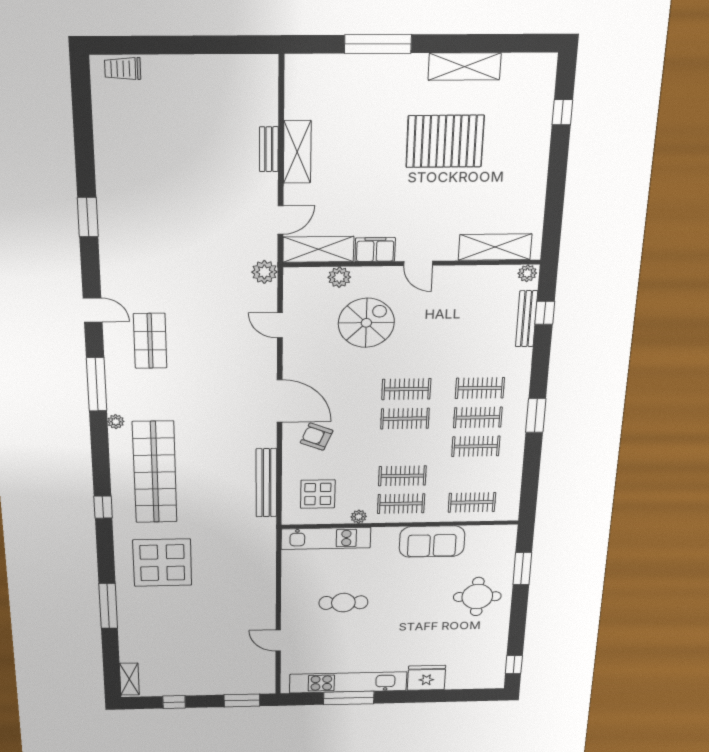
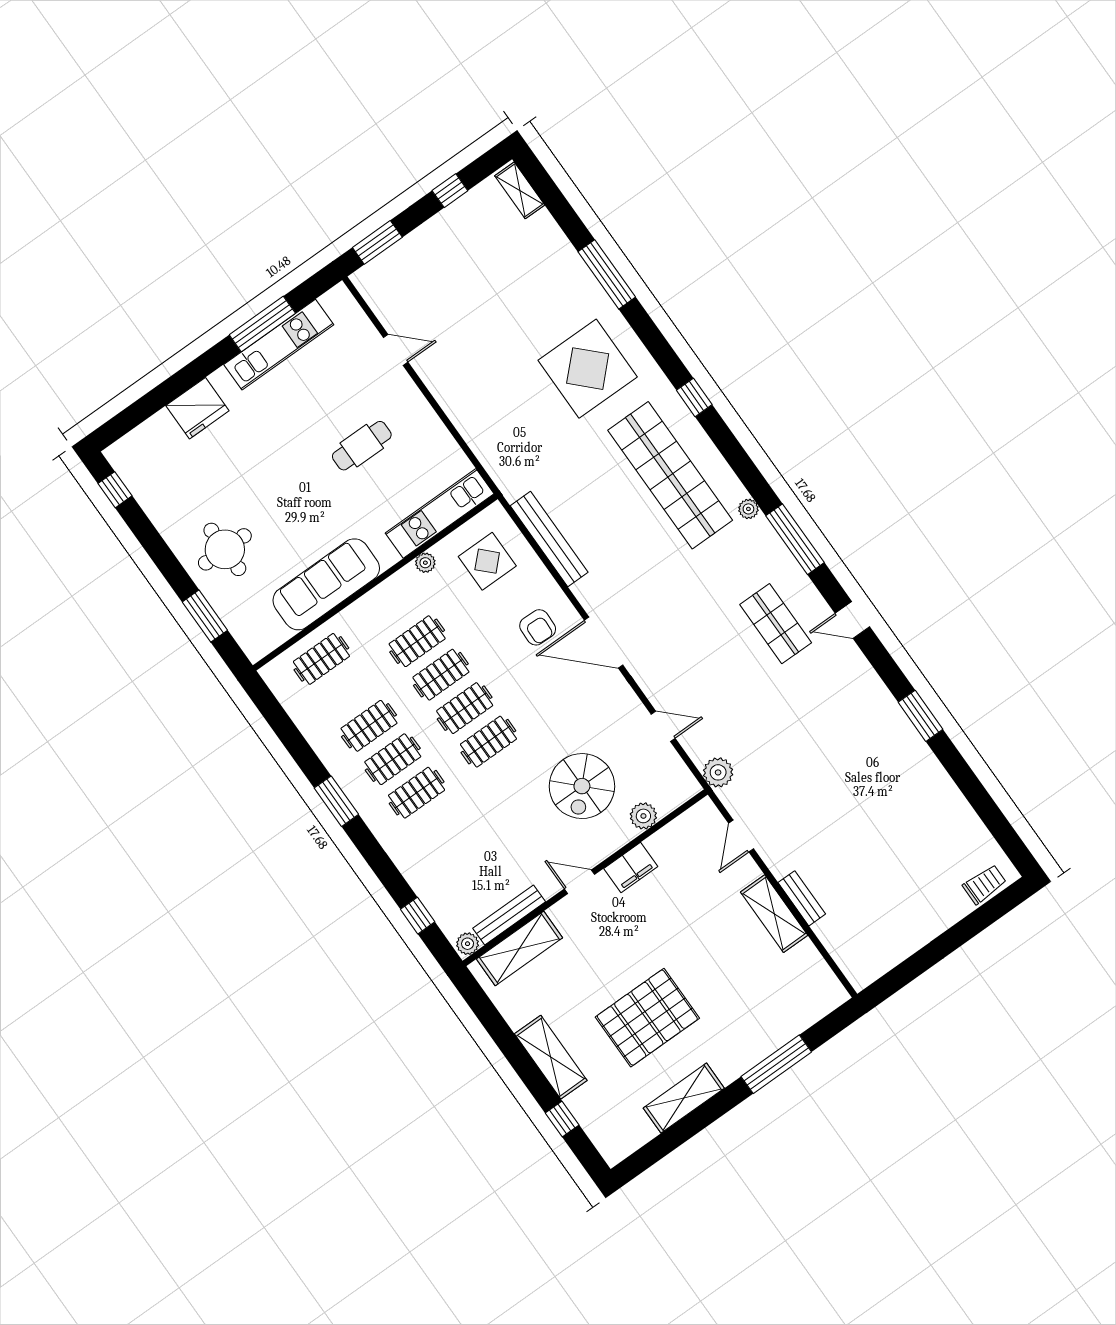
shelving: (318, 249) -> (551, 1057), moved, turned 90
bench: (527, 319) -> (509, 915), moved, turned 90
armchair: (317, 437) -> (538, 627), turned 70
clothes rail: (401, 504) -> (441, 675), moved
sofa: (432, 542) -> (326, 584), width x1.36
kitchen unit: (348, 682) -> (279, 345), width x0.73

